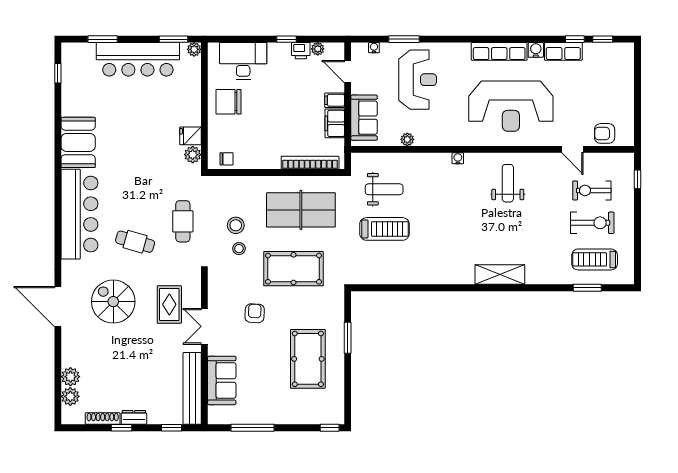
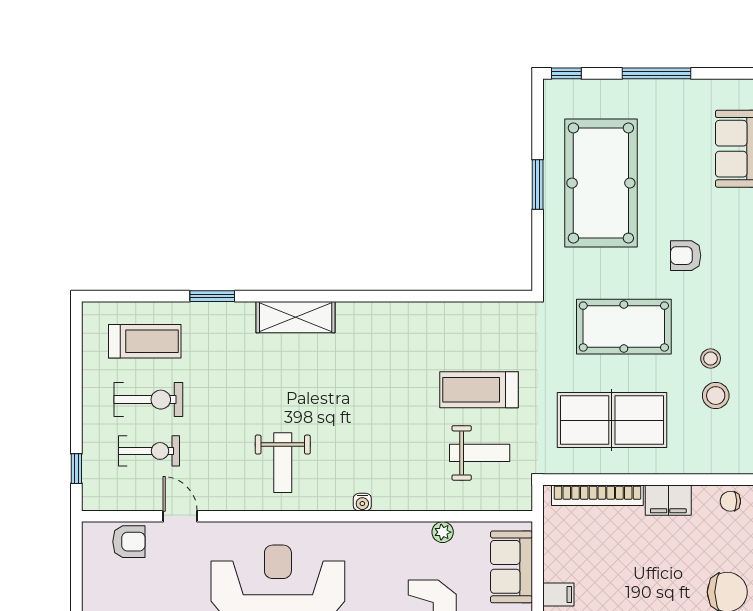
filing cabinet: (335, 123) -> (668, 500), moved, turned 90
weight bench: (384, 189) -> (480, 453), turned 180
exercise bike: (592, 223) -> (148, 400), turned 180
window: (587, 288) -> (212, 296), moved
armchair: (255, 313) -> (686, 256), turned 87
window: (348, 338) -> (538, 185), moved
pool table: (308, 359) -> (601, 183), width x1.36, depth x1.32
window: (252, 428) -> (656, 73), moved

